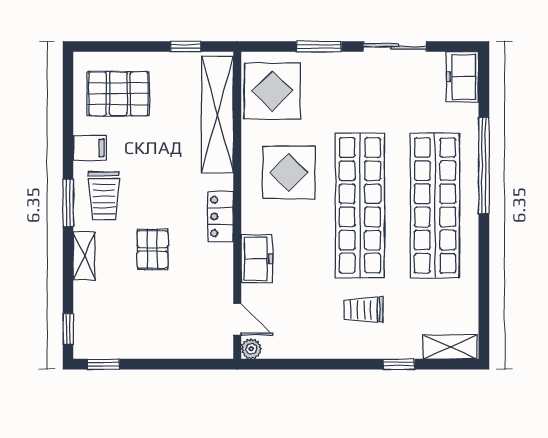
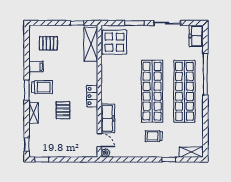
pallet: (118, 94) -> (48, 43), width x0.67, depth x0.71
shelving: (217, 115) -> (91, 44), width x0.68
display table: (289, 172) -> (122, 77), removed
trolley: (104, 196) -> (42, 87), turned -90
freezer: (257, 259) -> (108, 118), width x1.40

